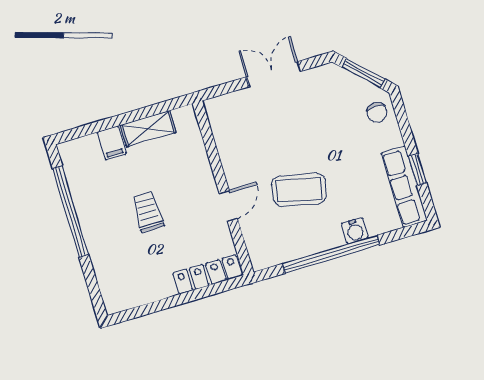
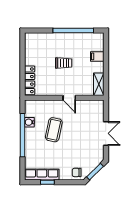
shelving: (148, 129) -> (99, 84), moved
door: (228, 206) -> (69, 98), moved
water cooler: (355, 231) -> (29, 122), moved

